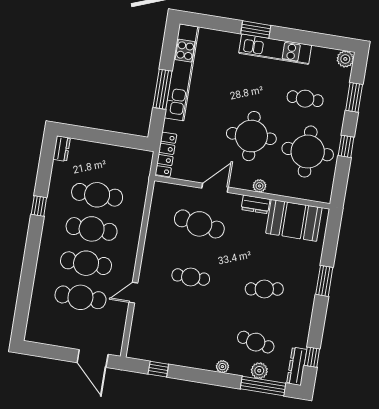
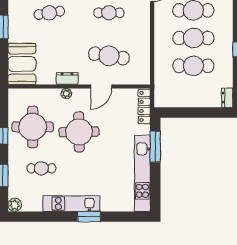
window: (162, 89) -> (155, 147), moved
booth: (294, 220) -> (22, 64), moved, turned 90

